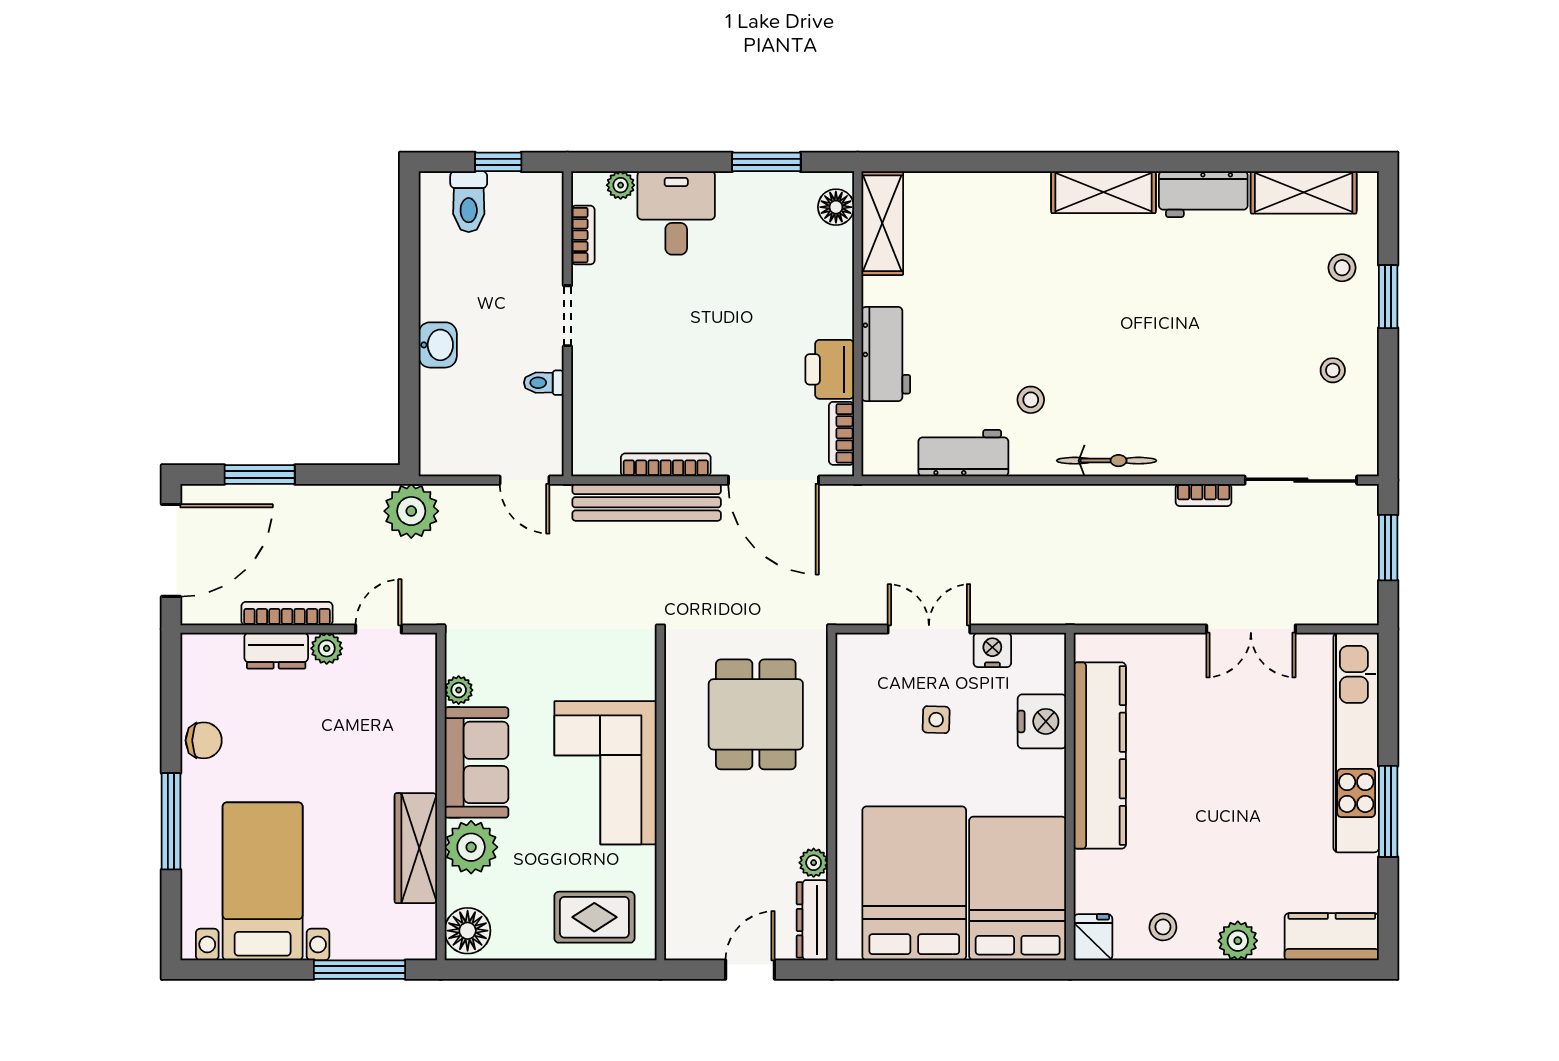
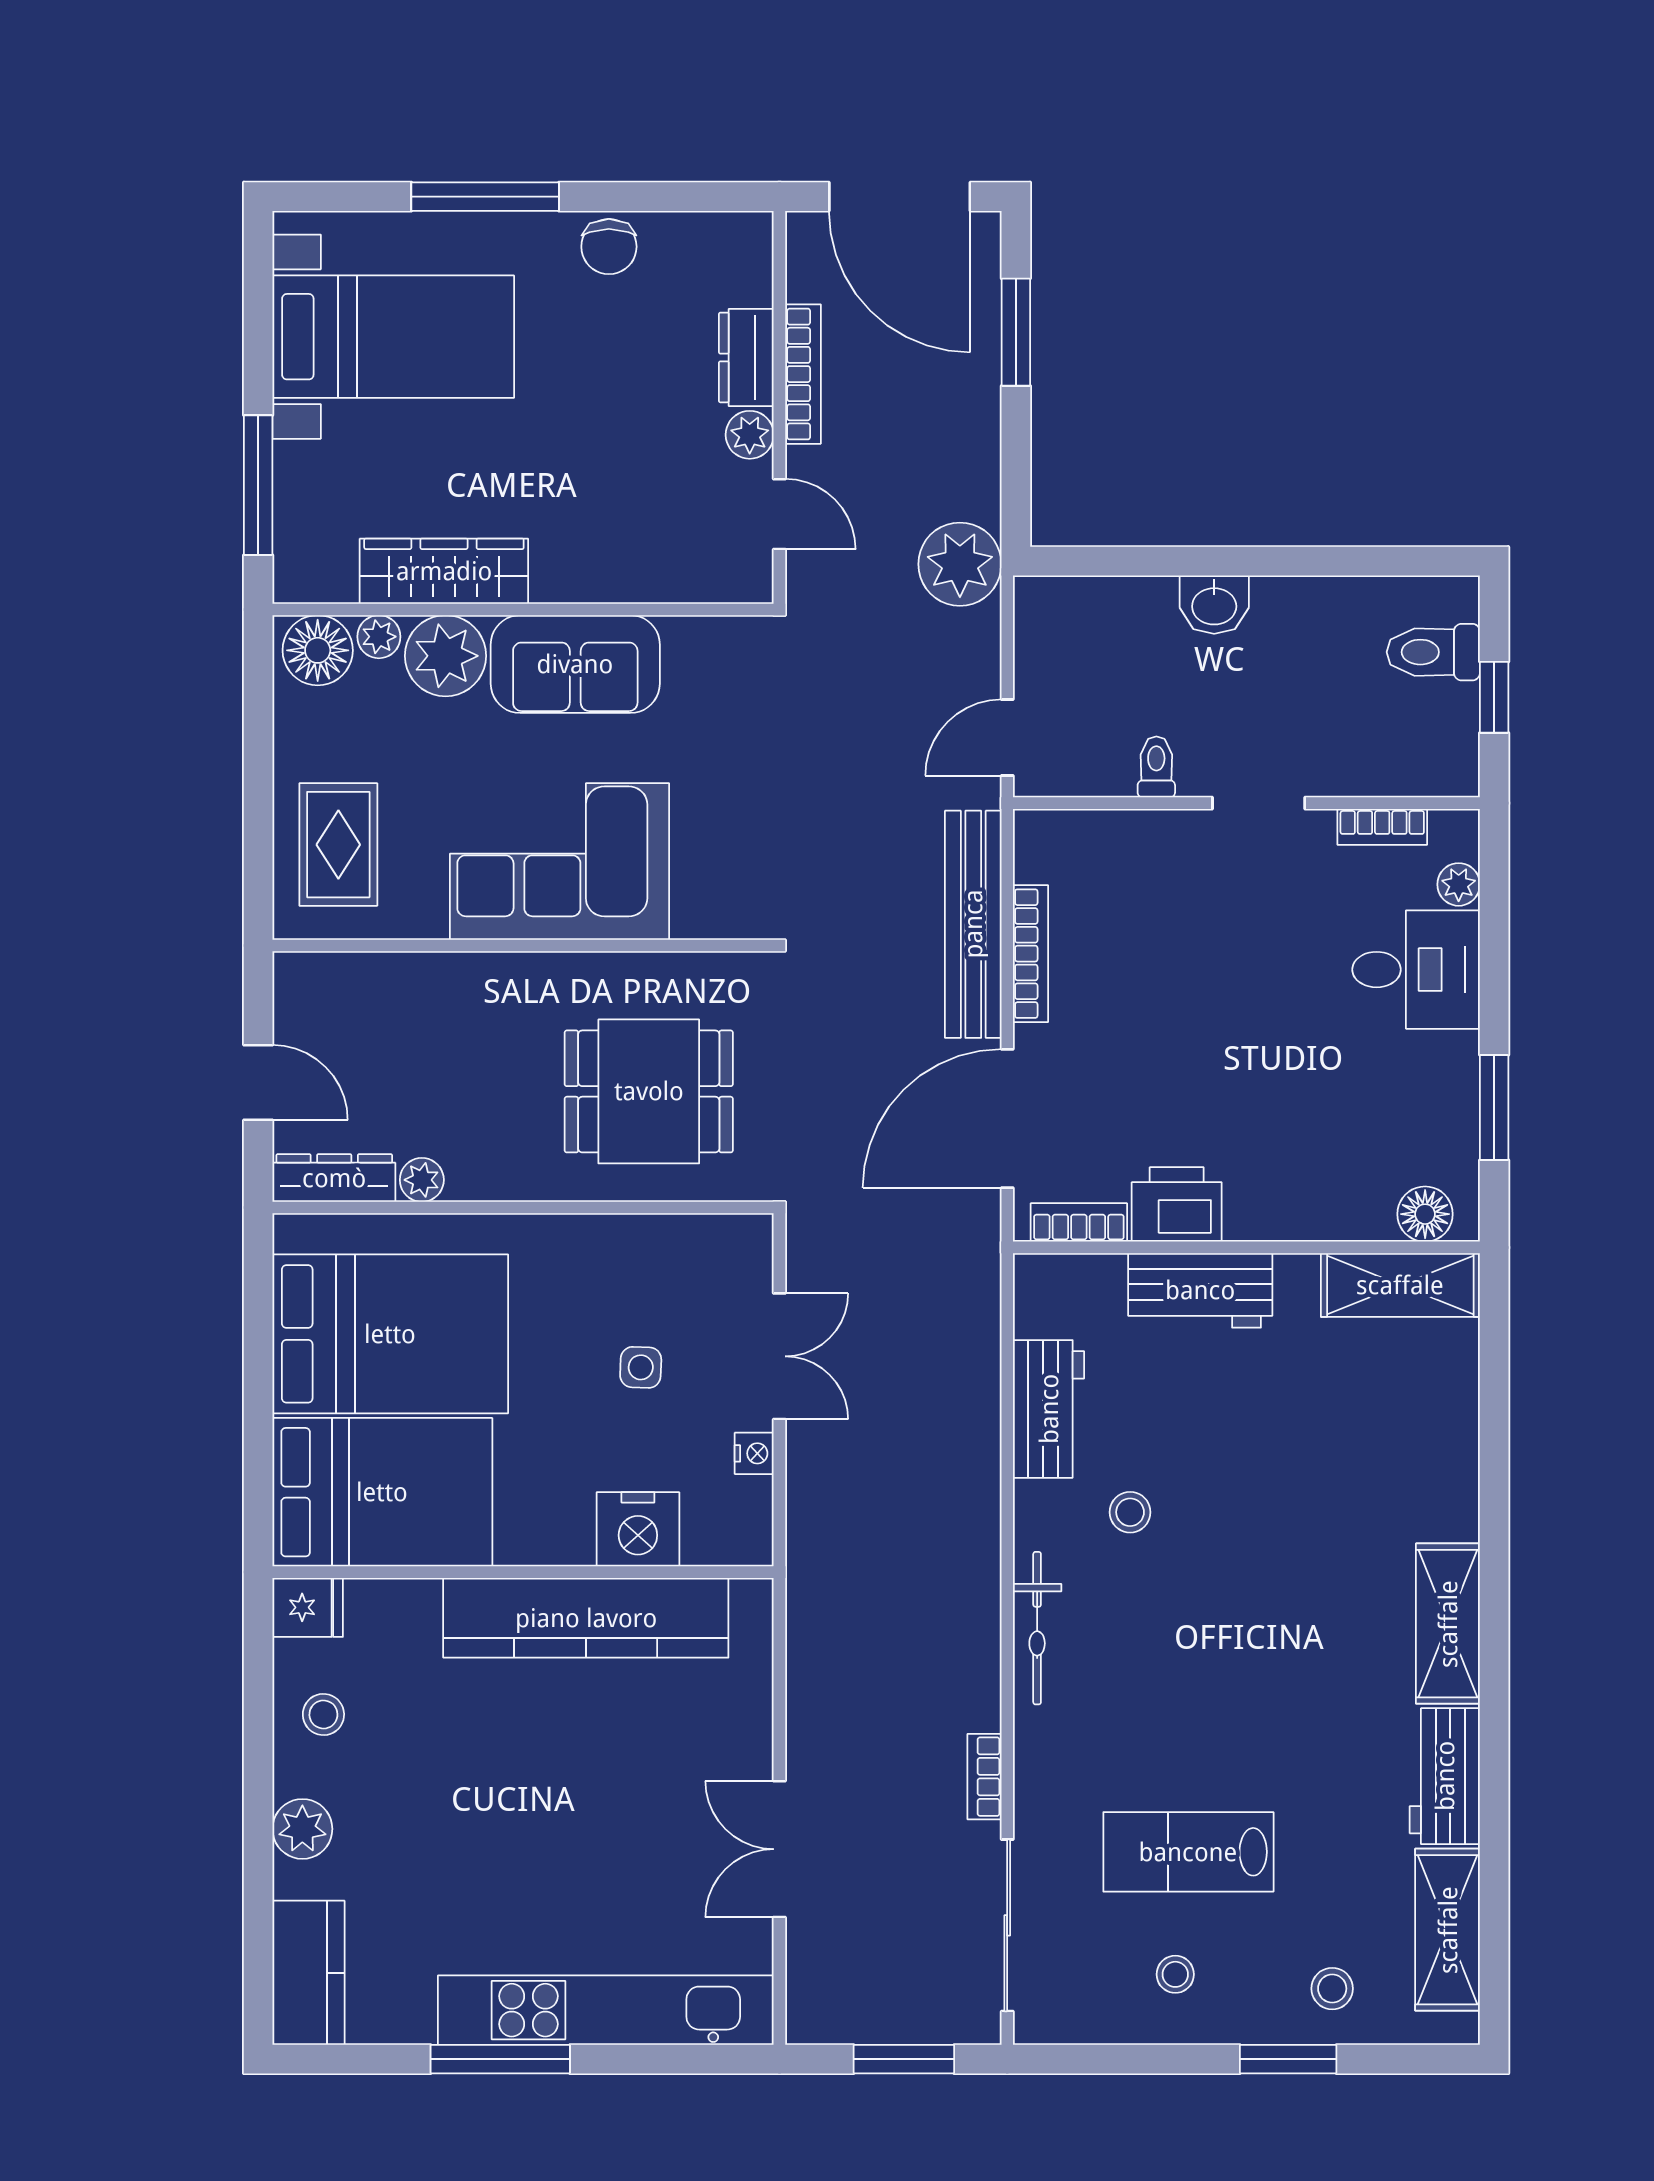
lab bench: (1253, 362) -> (1188, 1852), added
nightstand: (992, 650) -> (754, 1453), width x0.72, depth x0.74
plant: (459, 690) -> (379, 637), moved

